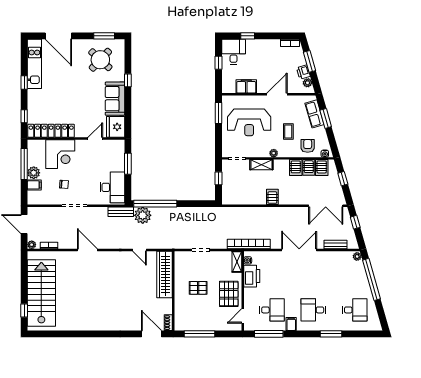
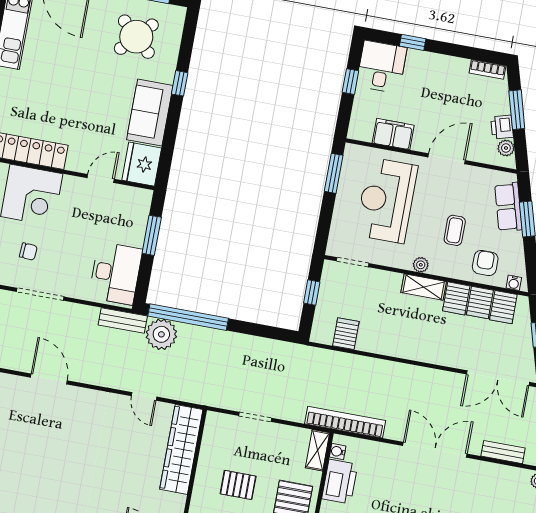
reception desk: (249, 122) -> (386, 200), turned 90
shelving: (261, 165) -> (424, 287), moved
server rack: (272, 197) -> (346, 334), moved

